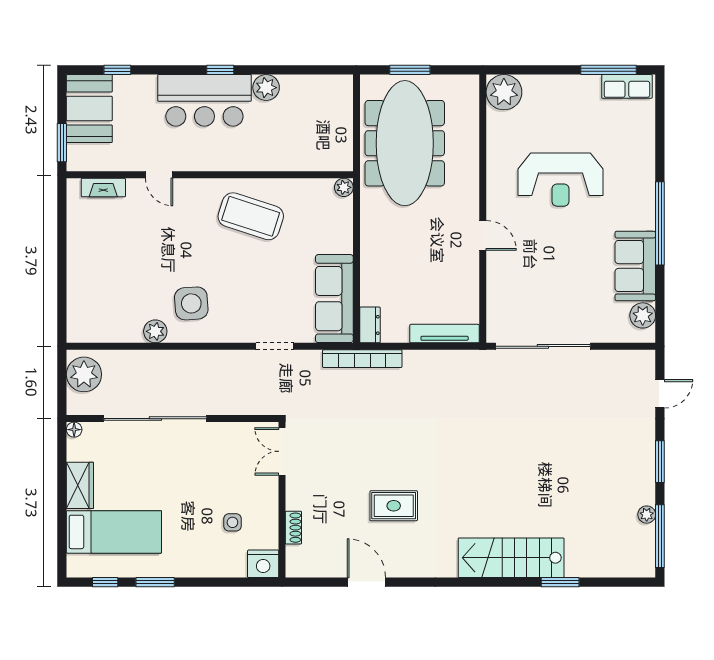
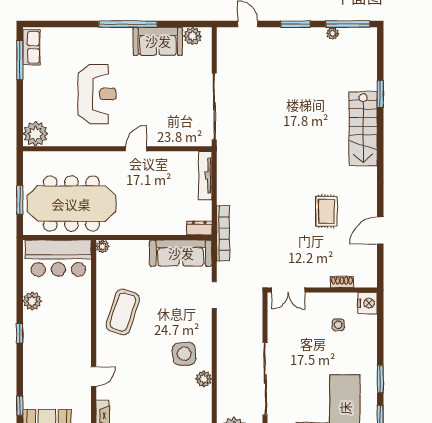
bar counter: (204, 100) -> (58, 258), moved, turned 90

